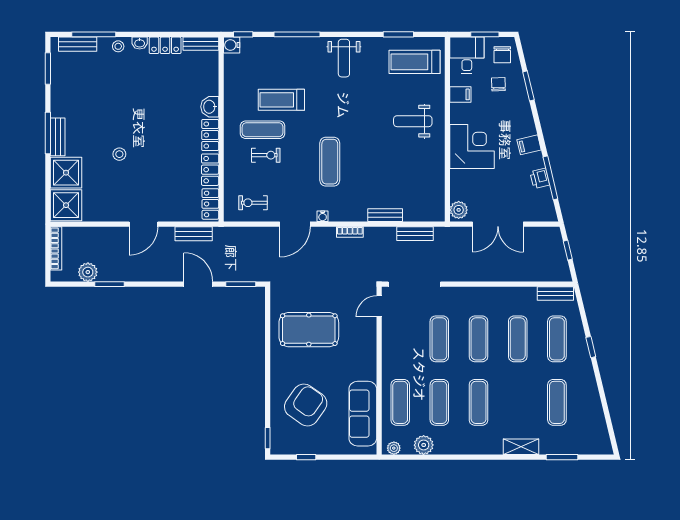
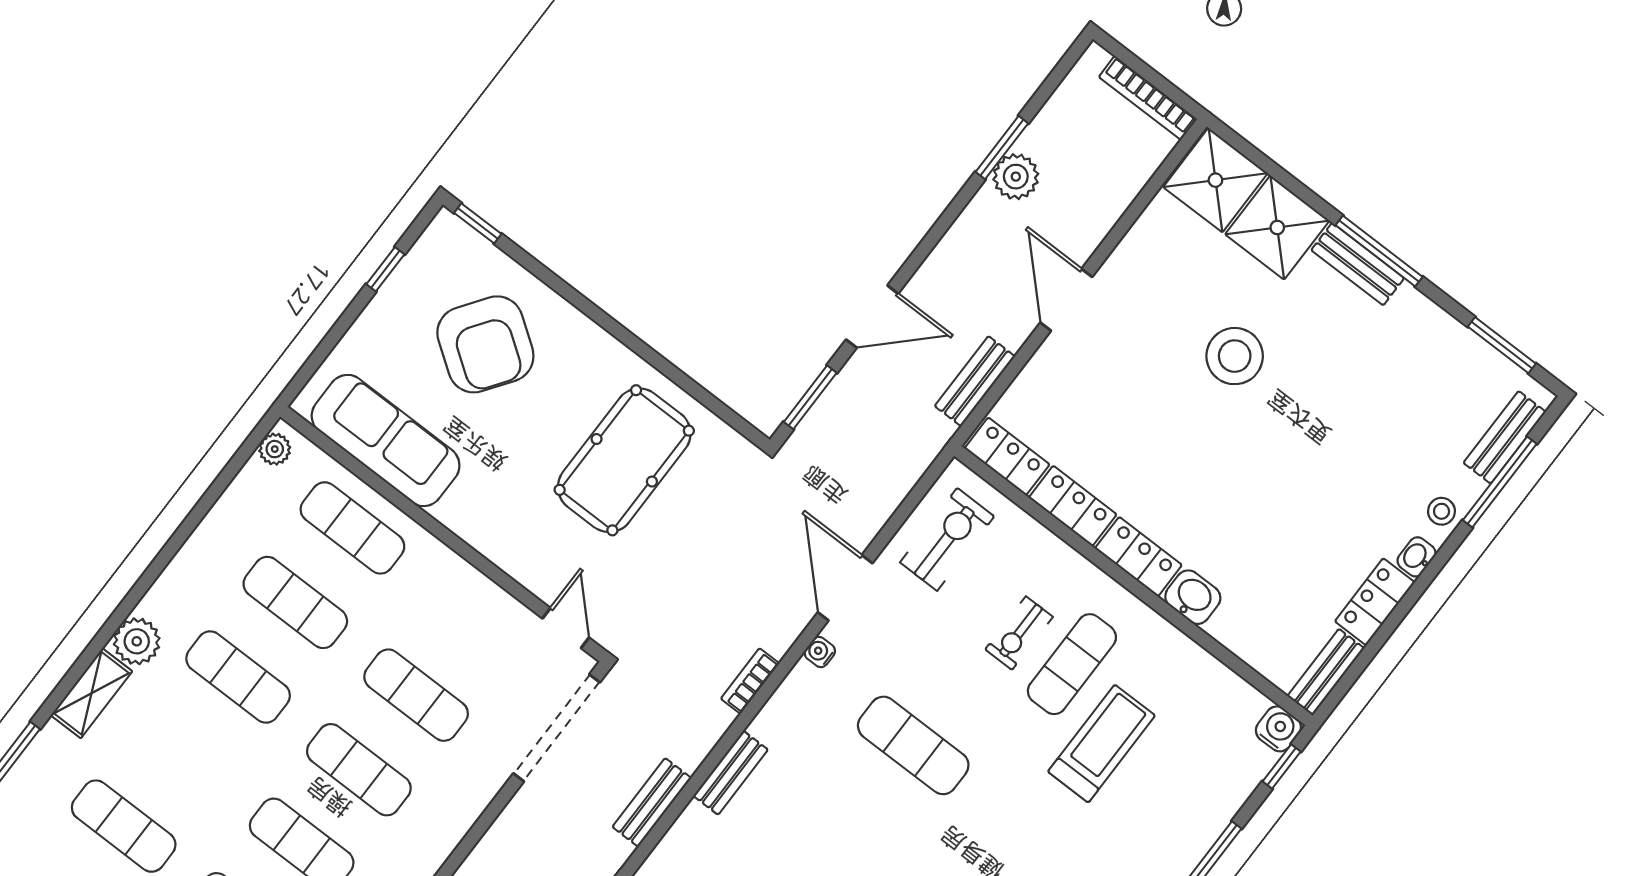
stool: (119, 154) -> (1235, 356), width x1.89, depth x1.89
exercise bike: (253, 203) -> (947, 539), width x1.38, depth x1.39
plant: (88, 272) -> (1016, 177), moved
plant: (424, 445) -> (137, 641), moved

